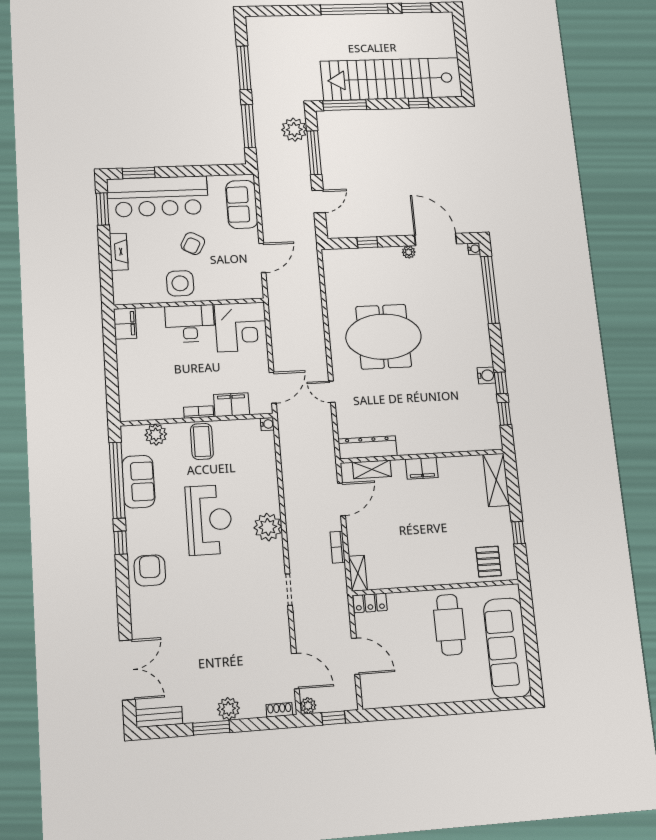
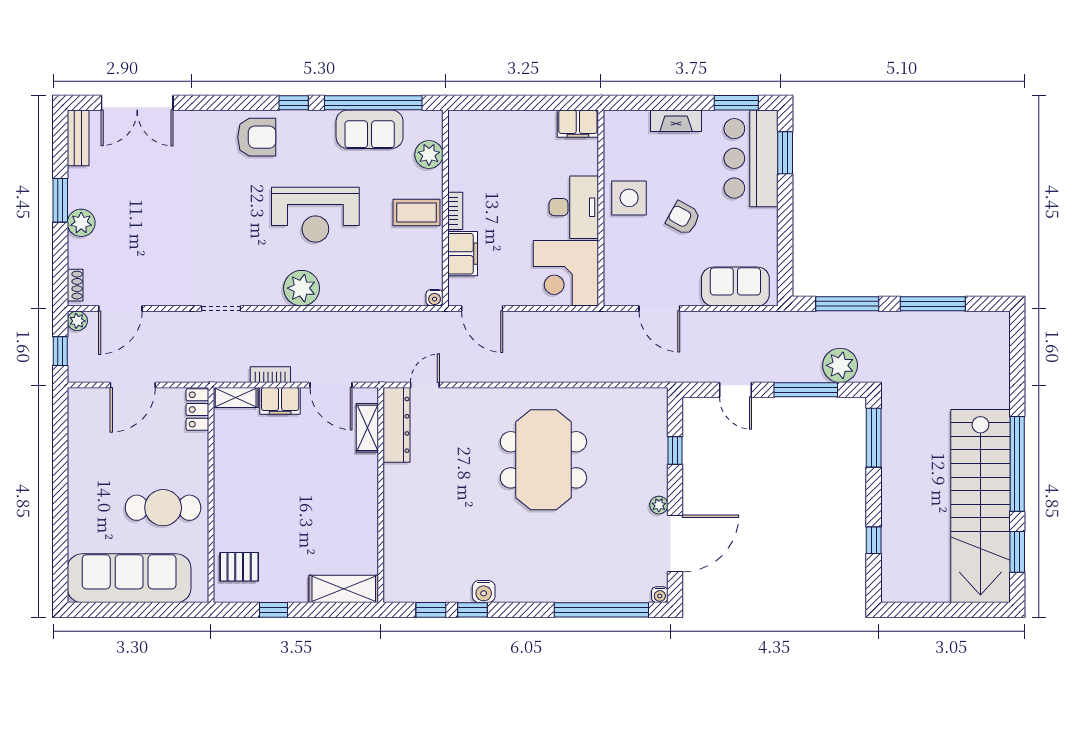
stairs: (391, 79) -> (980, 506), moved, turned 180
bar counter: (158, 196) -> (751, 158), width x0.73
door: (332, 392) -> (425, 385), moved
filing cabinet: (422, 468) -> (280, 401), moved, turned -90

